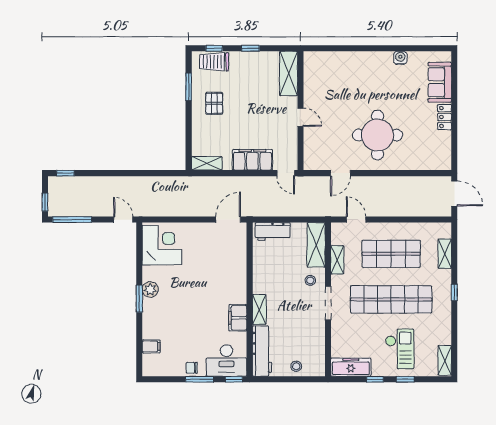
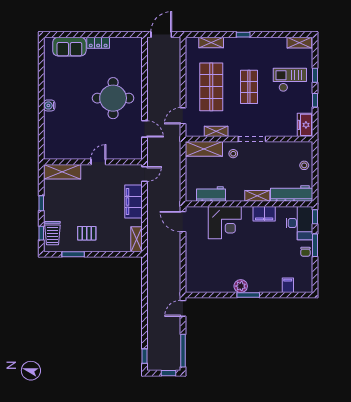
water cooler: (400, 58) -> (49, 105), moved
workbench: (273, 231) -> (211, 194), moved, turned -90
corner desk: (162, 245) -> (225, 223), moved, turned 180
shop shelf: (391, 299) -> (249, 87), width x0.50, depth x0.74
freezer: (351, 367) -> (305, 125), width x0.71

